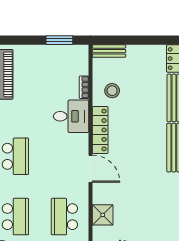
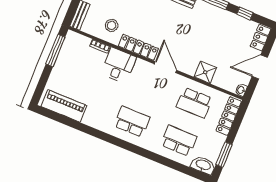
window: (59, 40) -> (55, 50), width x1.44
door: (90, 169) -> (165, 67), hinge flipped

